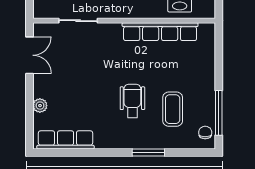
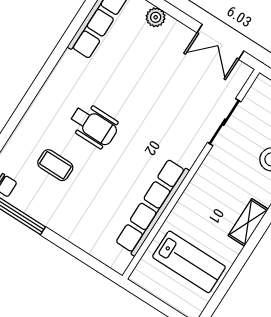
coffee table: (173, 109) -> (55, 165), width x0.73, depth x0.77
window: (148, 153) -> (24, 106), removed

